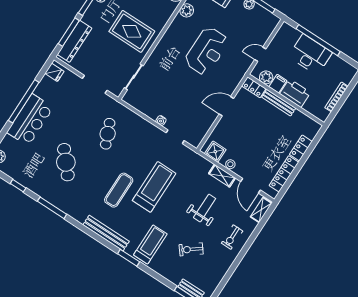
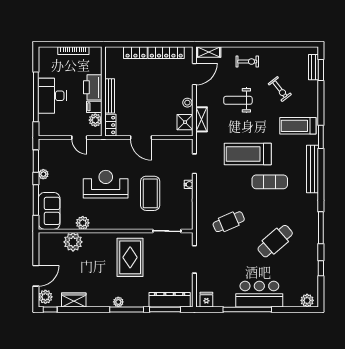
coffee table: (175, 83) -> (150, 193), added
shelving: (222, 176) -> (201, 119), moved

